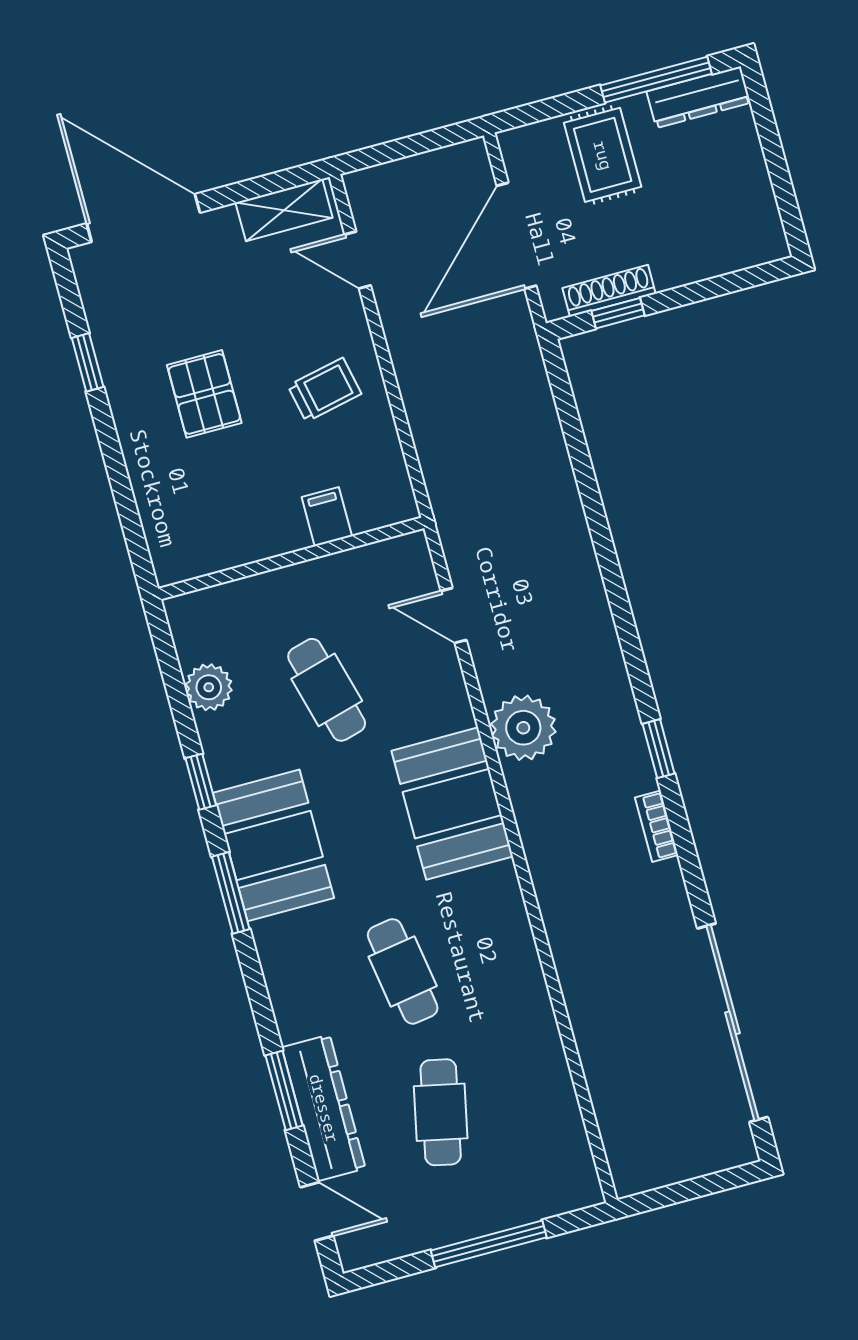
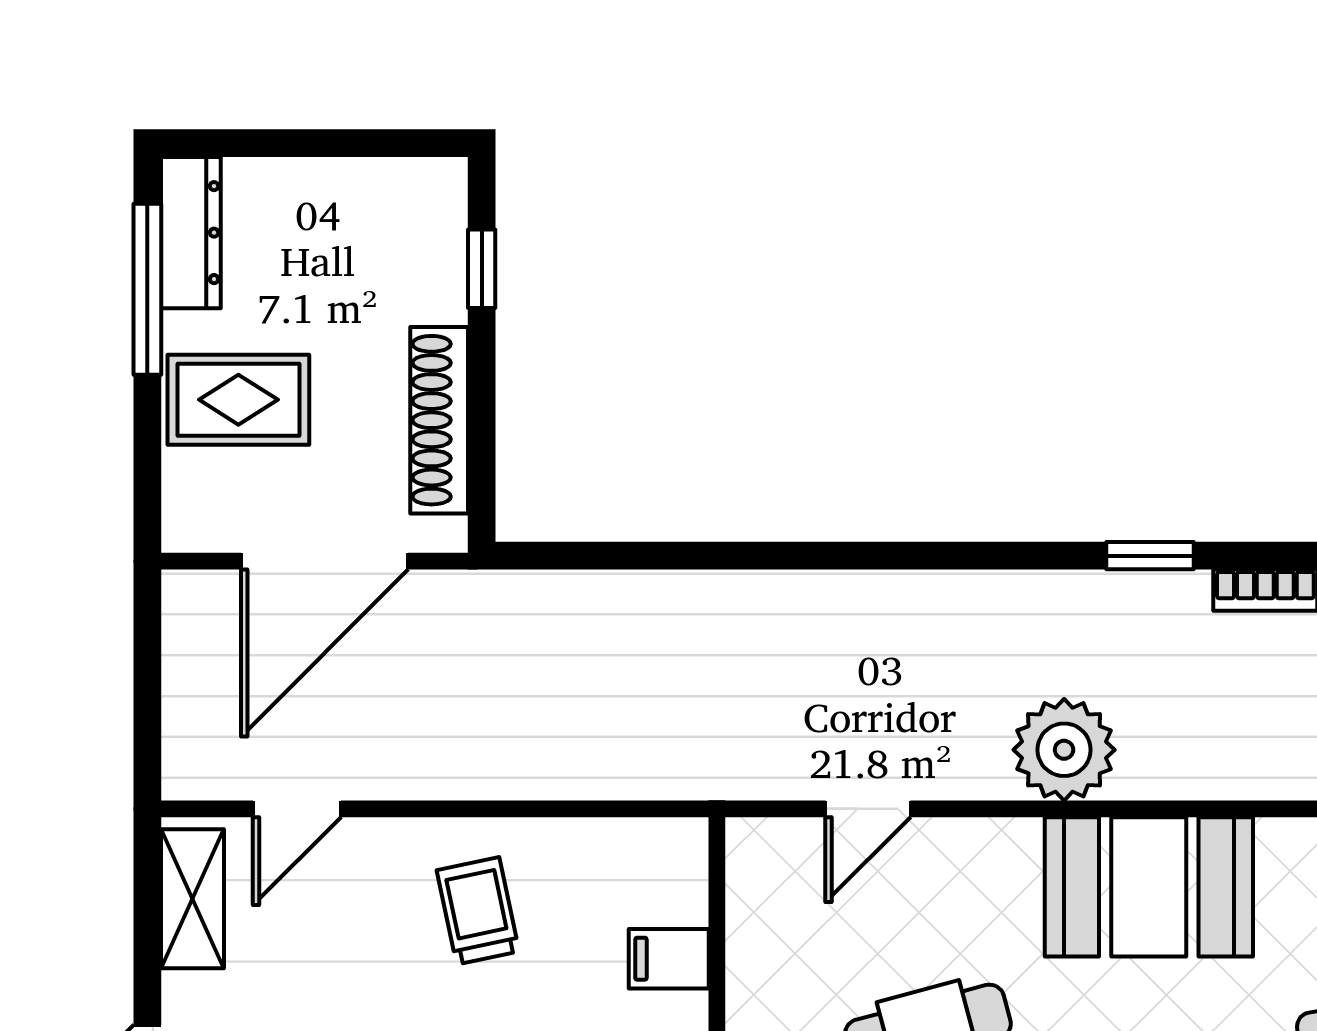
door: (516, 236) -> (325, 561), hinge flipped
shoe rack: (609, 291) -> (439, 420), width x1.36, depth x1.24
window: (618, 313) -> (482, 269), moved

